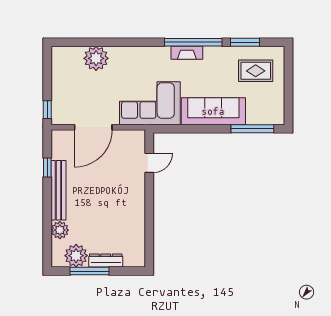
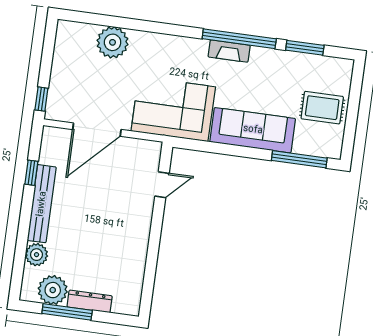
rug: (256, 71) -> (322, 108), moved

